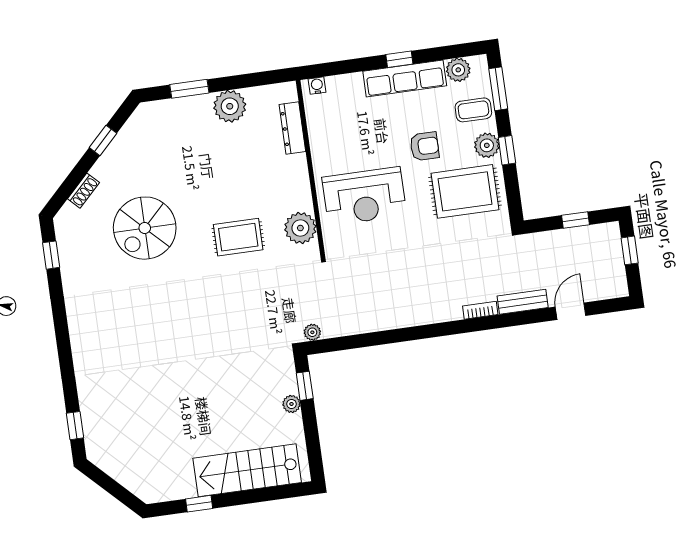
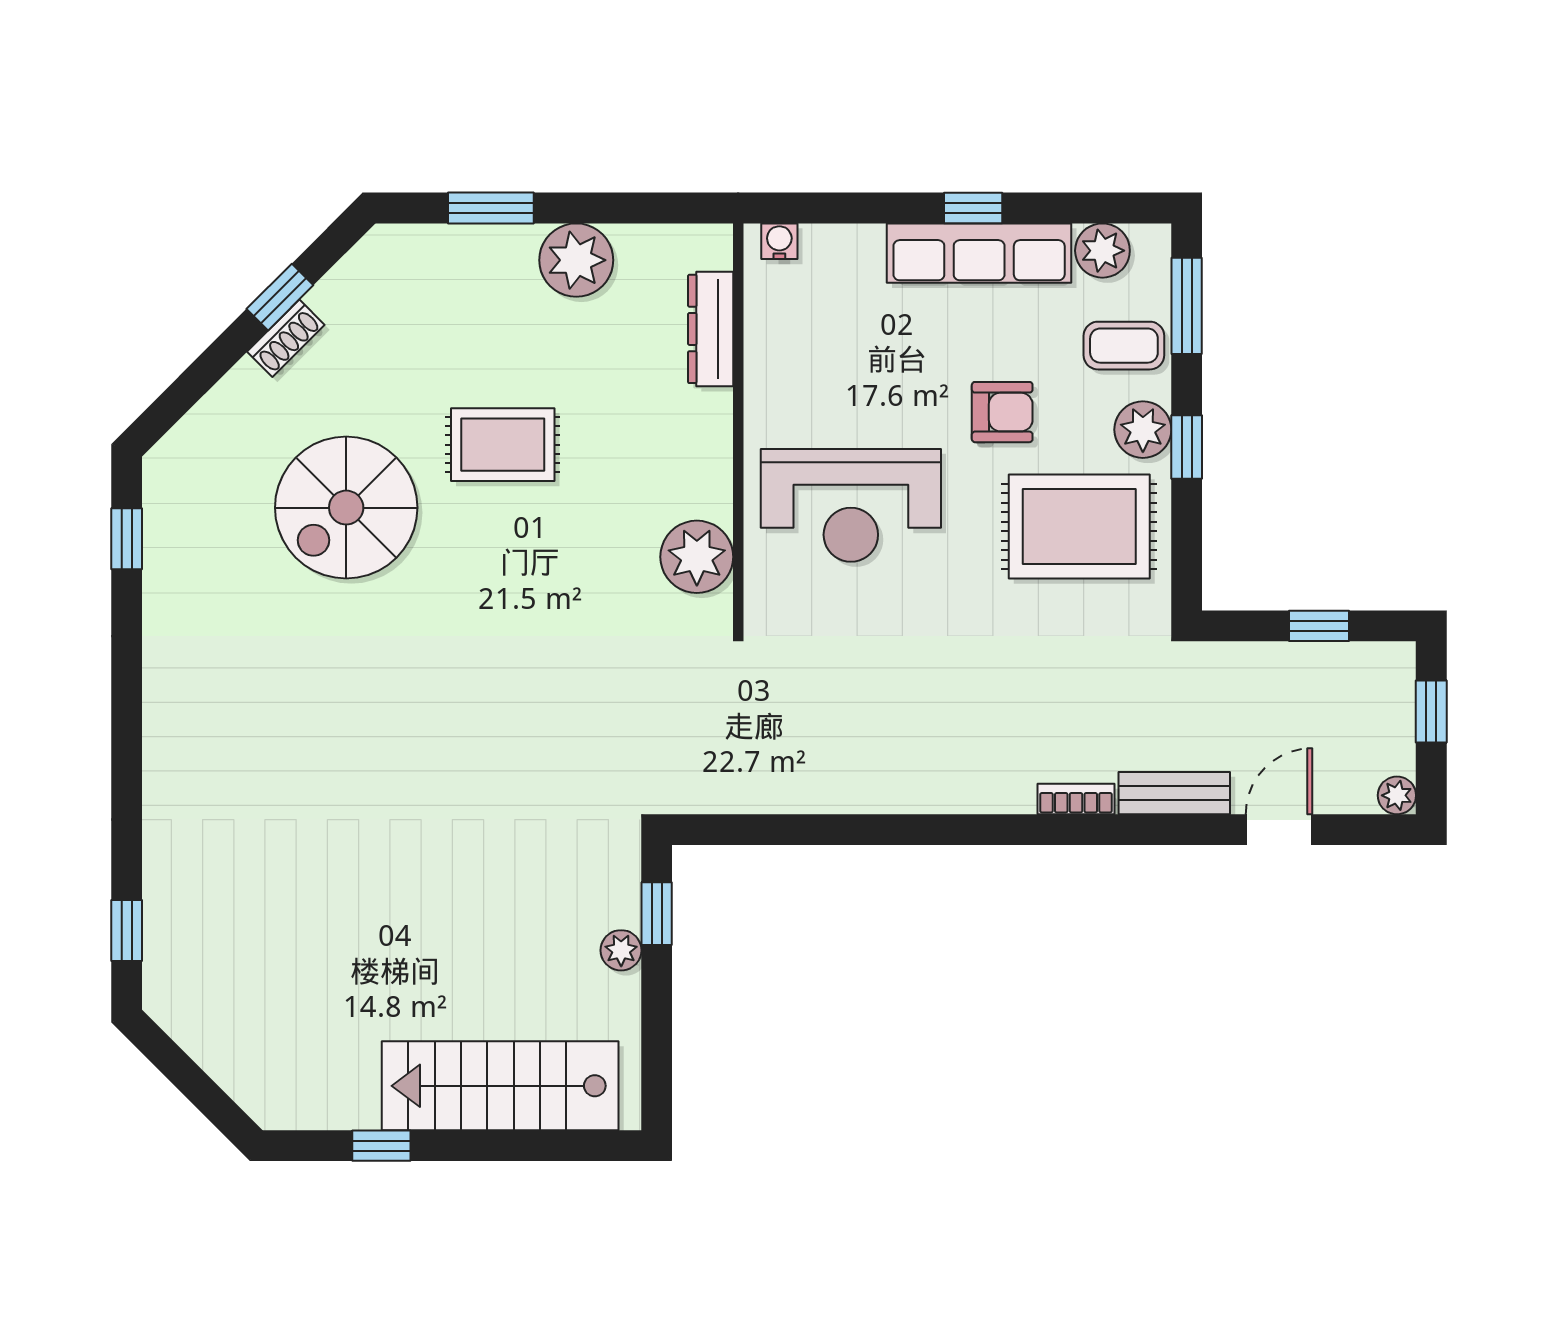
shoe rack: (83, 191) -> (286, 338), moved
rug: (238, 237) -> (503, 445), moved
plant: (312, 332) -> (1397, 795), moved

